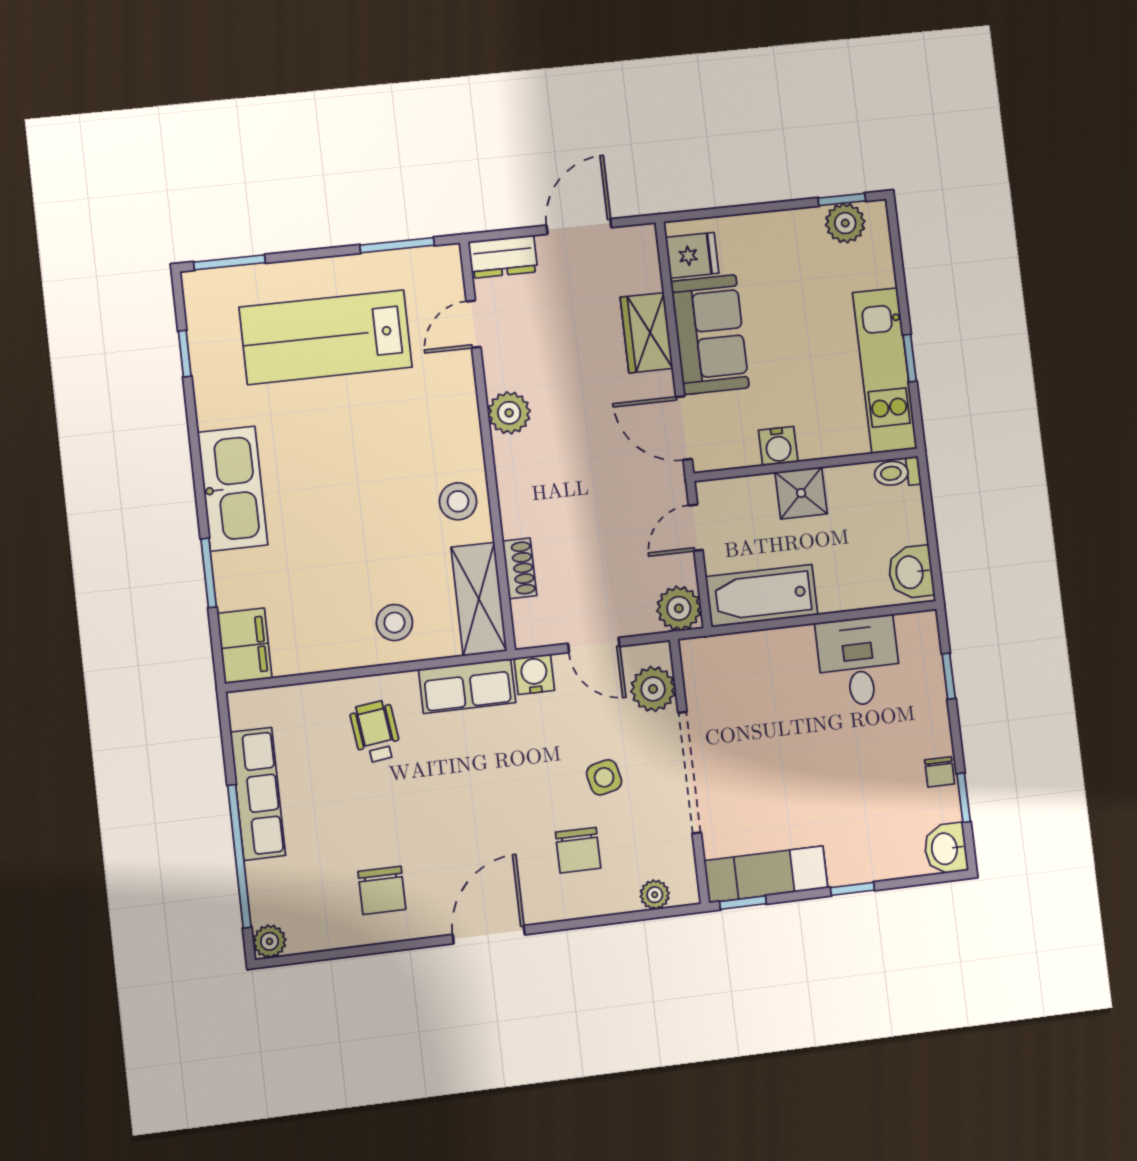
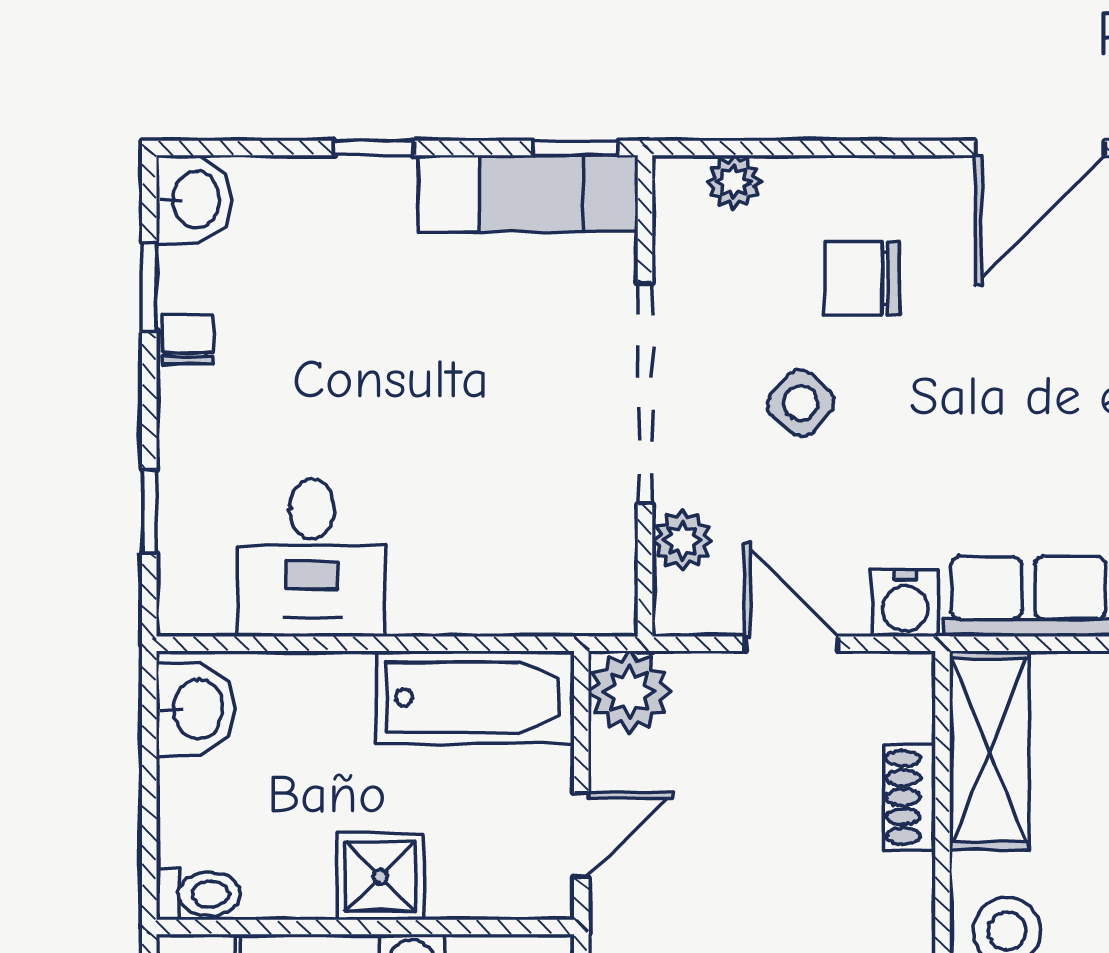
plant: (653, 689) -> (682, 540), width x0.73, depth x0.73
side table: (604, 777) -> (801, 403), turned -37
chair: (578, 850) -> (863, 278), turned -90

